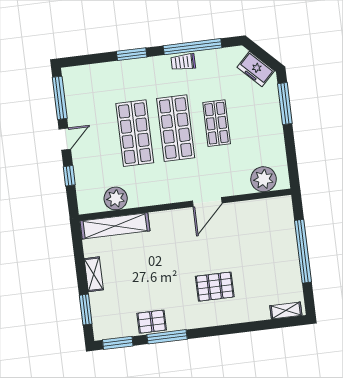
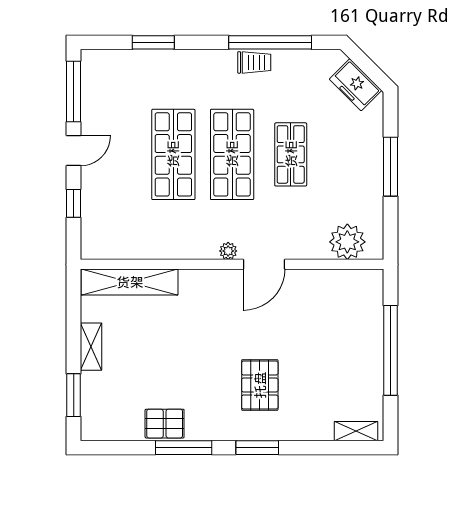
window: (132, 54) -> (153, 42), moved
trolley: (183, 62) -> (254, 62), turned 180
window: (285, 104) -> (391, 167), moved
plant: (116, 198) -> (228, 251), moved, width x0.53, depth x0.53
pallet: (215, 287) -> (260, 385), turned 90
window: (118, 343) -> (257, 448), moved

